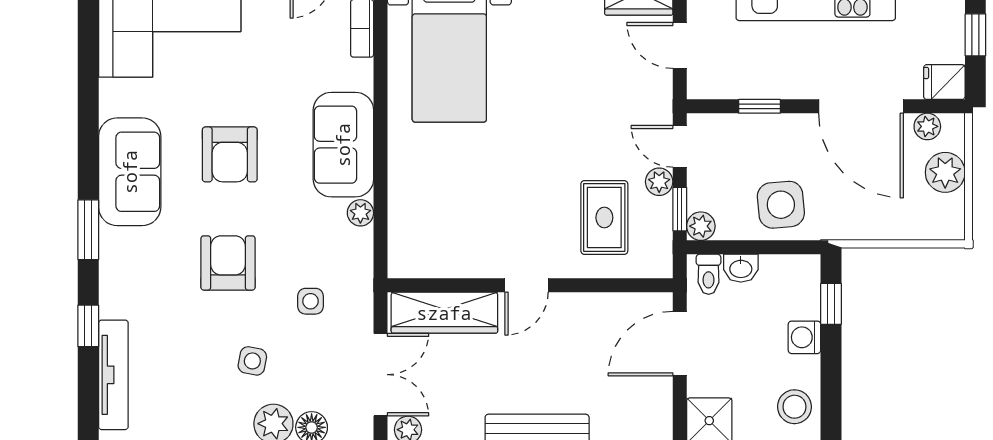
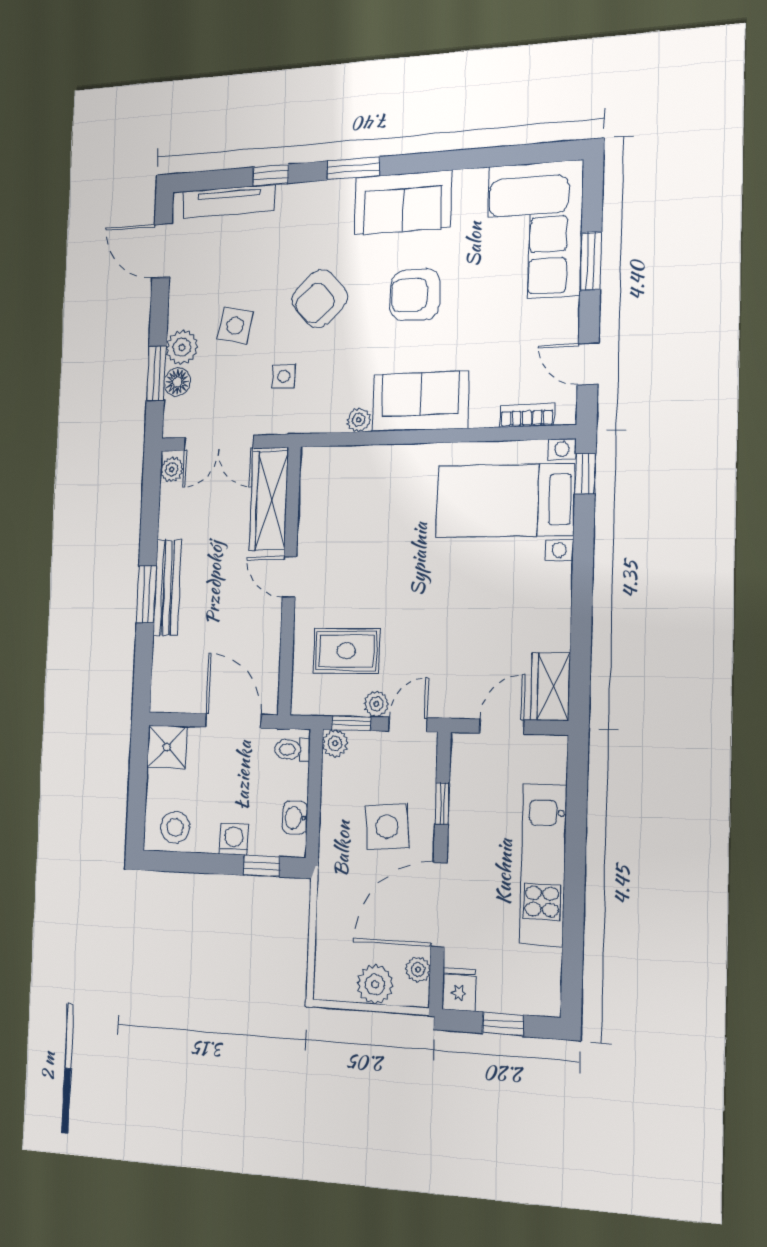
side table: (781, 205) -> (387, 827), moved
armchair: (228, 263) -> (319, 299), turned 138
washbasin: (741, 268) -> (295, 818), moved
side table: (252, 361) -> (235, 326), width x1.37, depth x1.37

